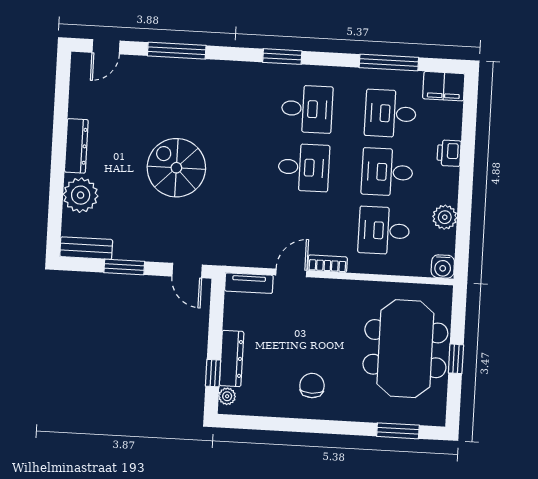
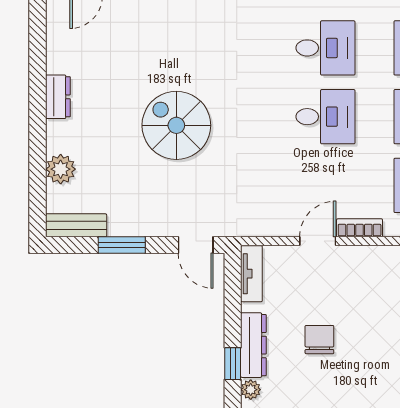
dresser: (76, 146) -> (58, 97), width x0.70
plant: (81, 195) -> (61, 169), width x0.73, depth x0.73
tv unit: (249, 283) -> (251, 274), moved, turned -90
chair: (312, 386) -> (319, 340), moved

